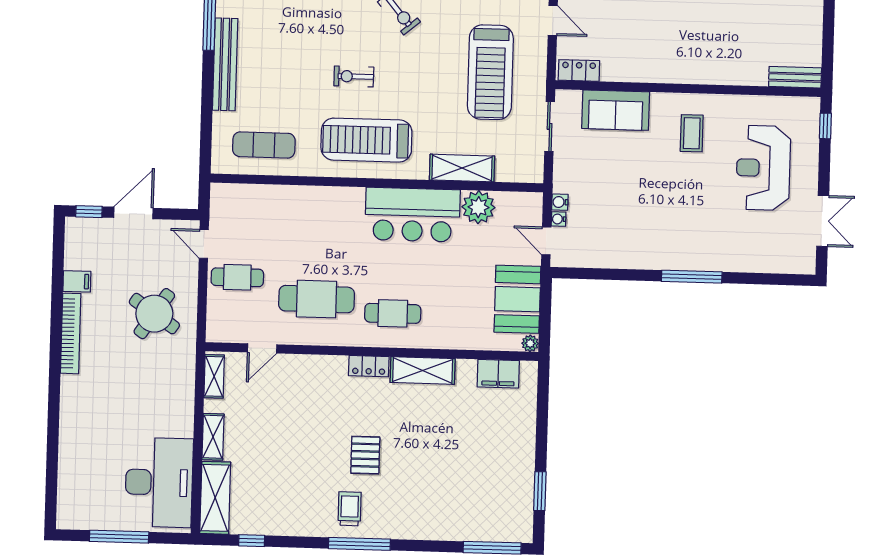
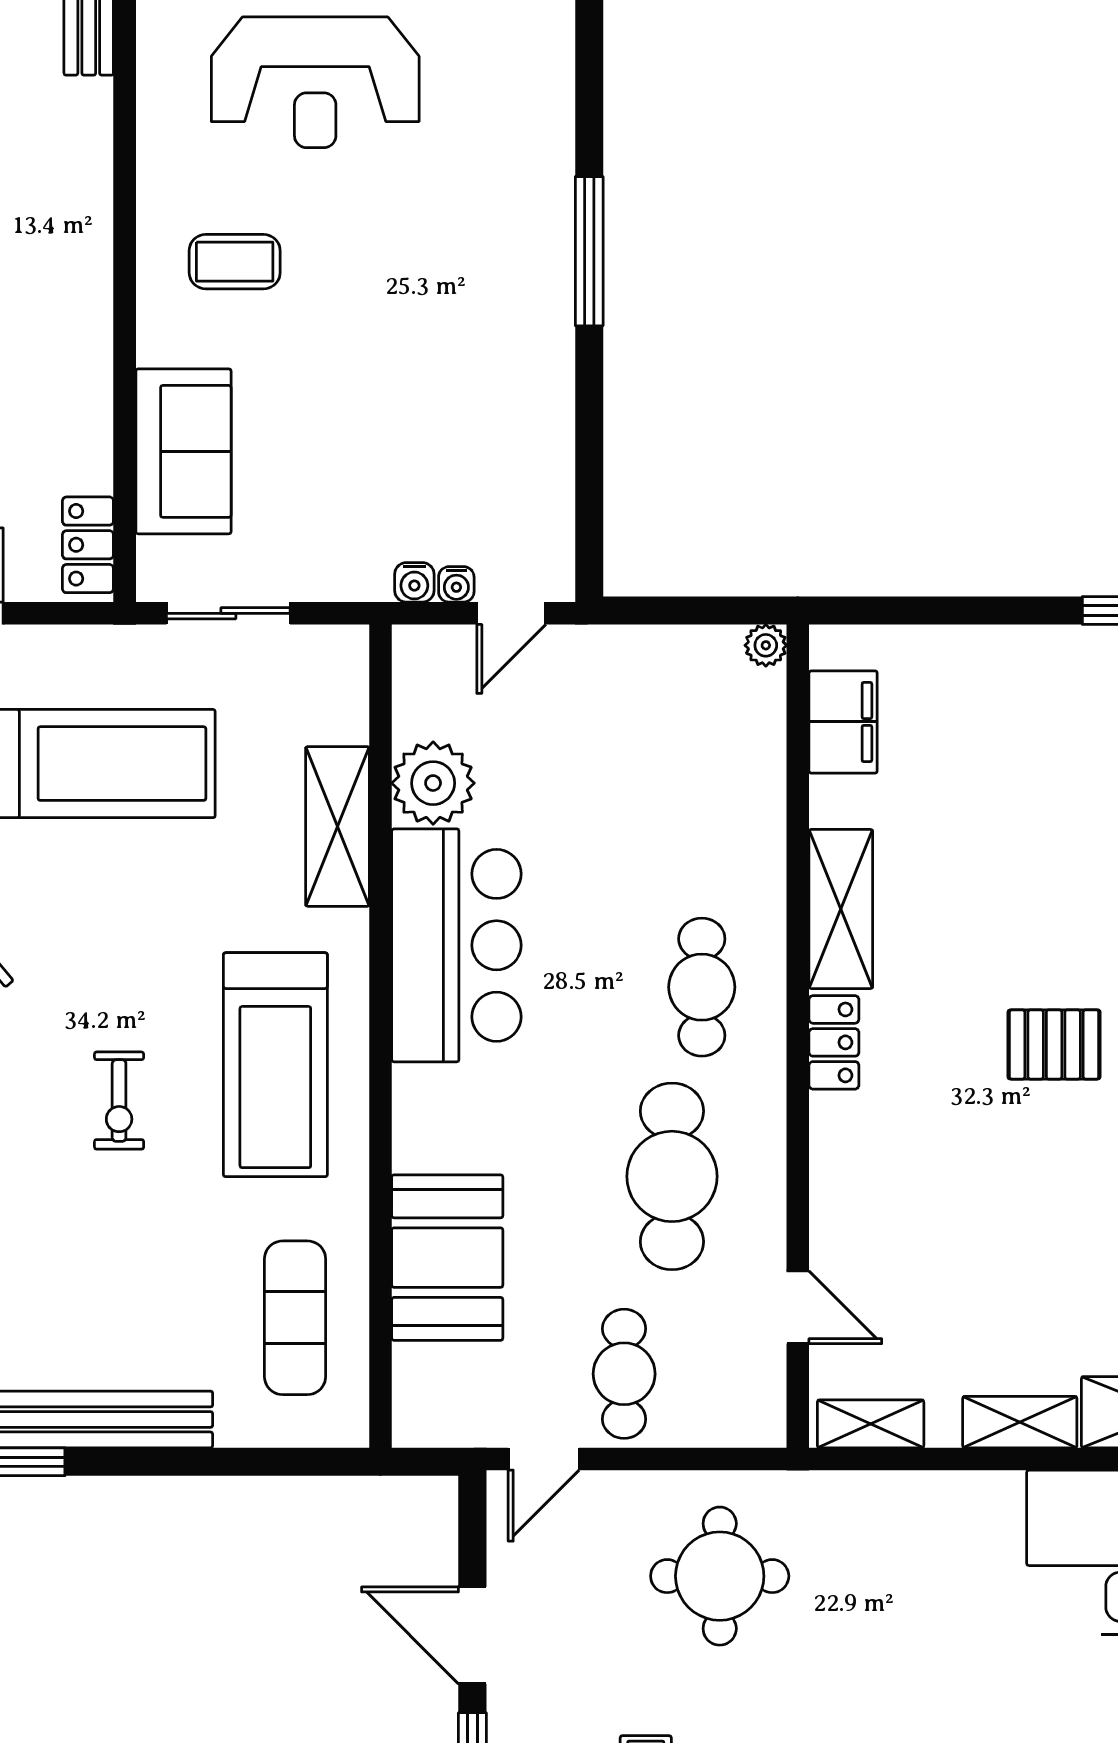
booth: (517, 299) -> (447, 1258), moved, turned 90
round table: (154, 314) -> (720, 1576), turned -34

